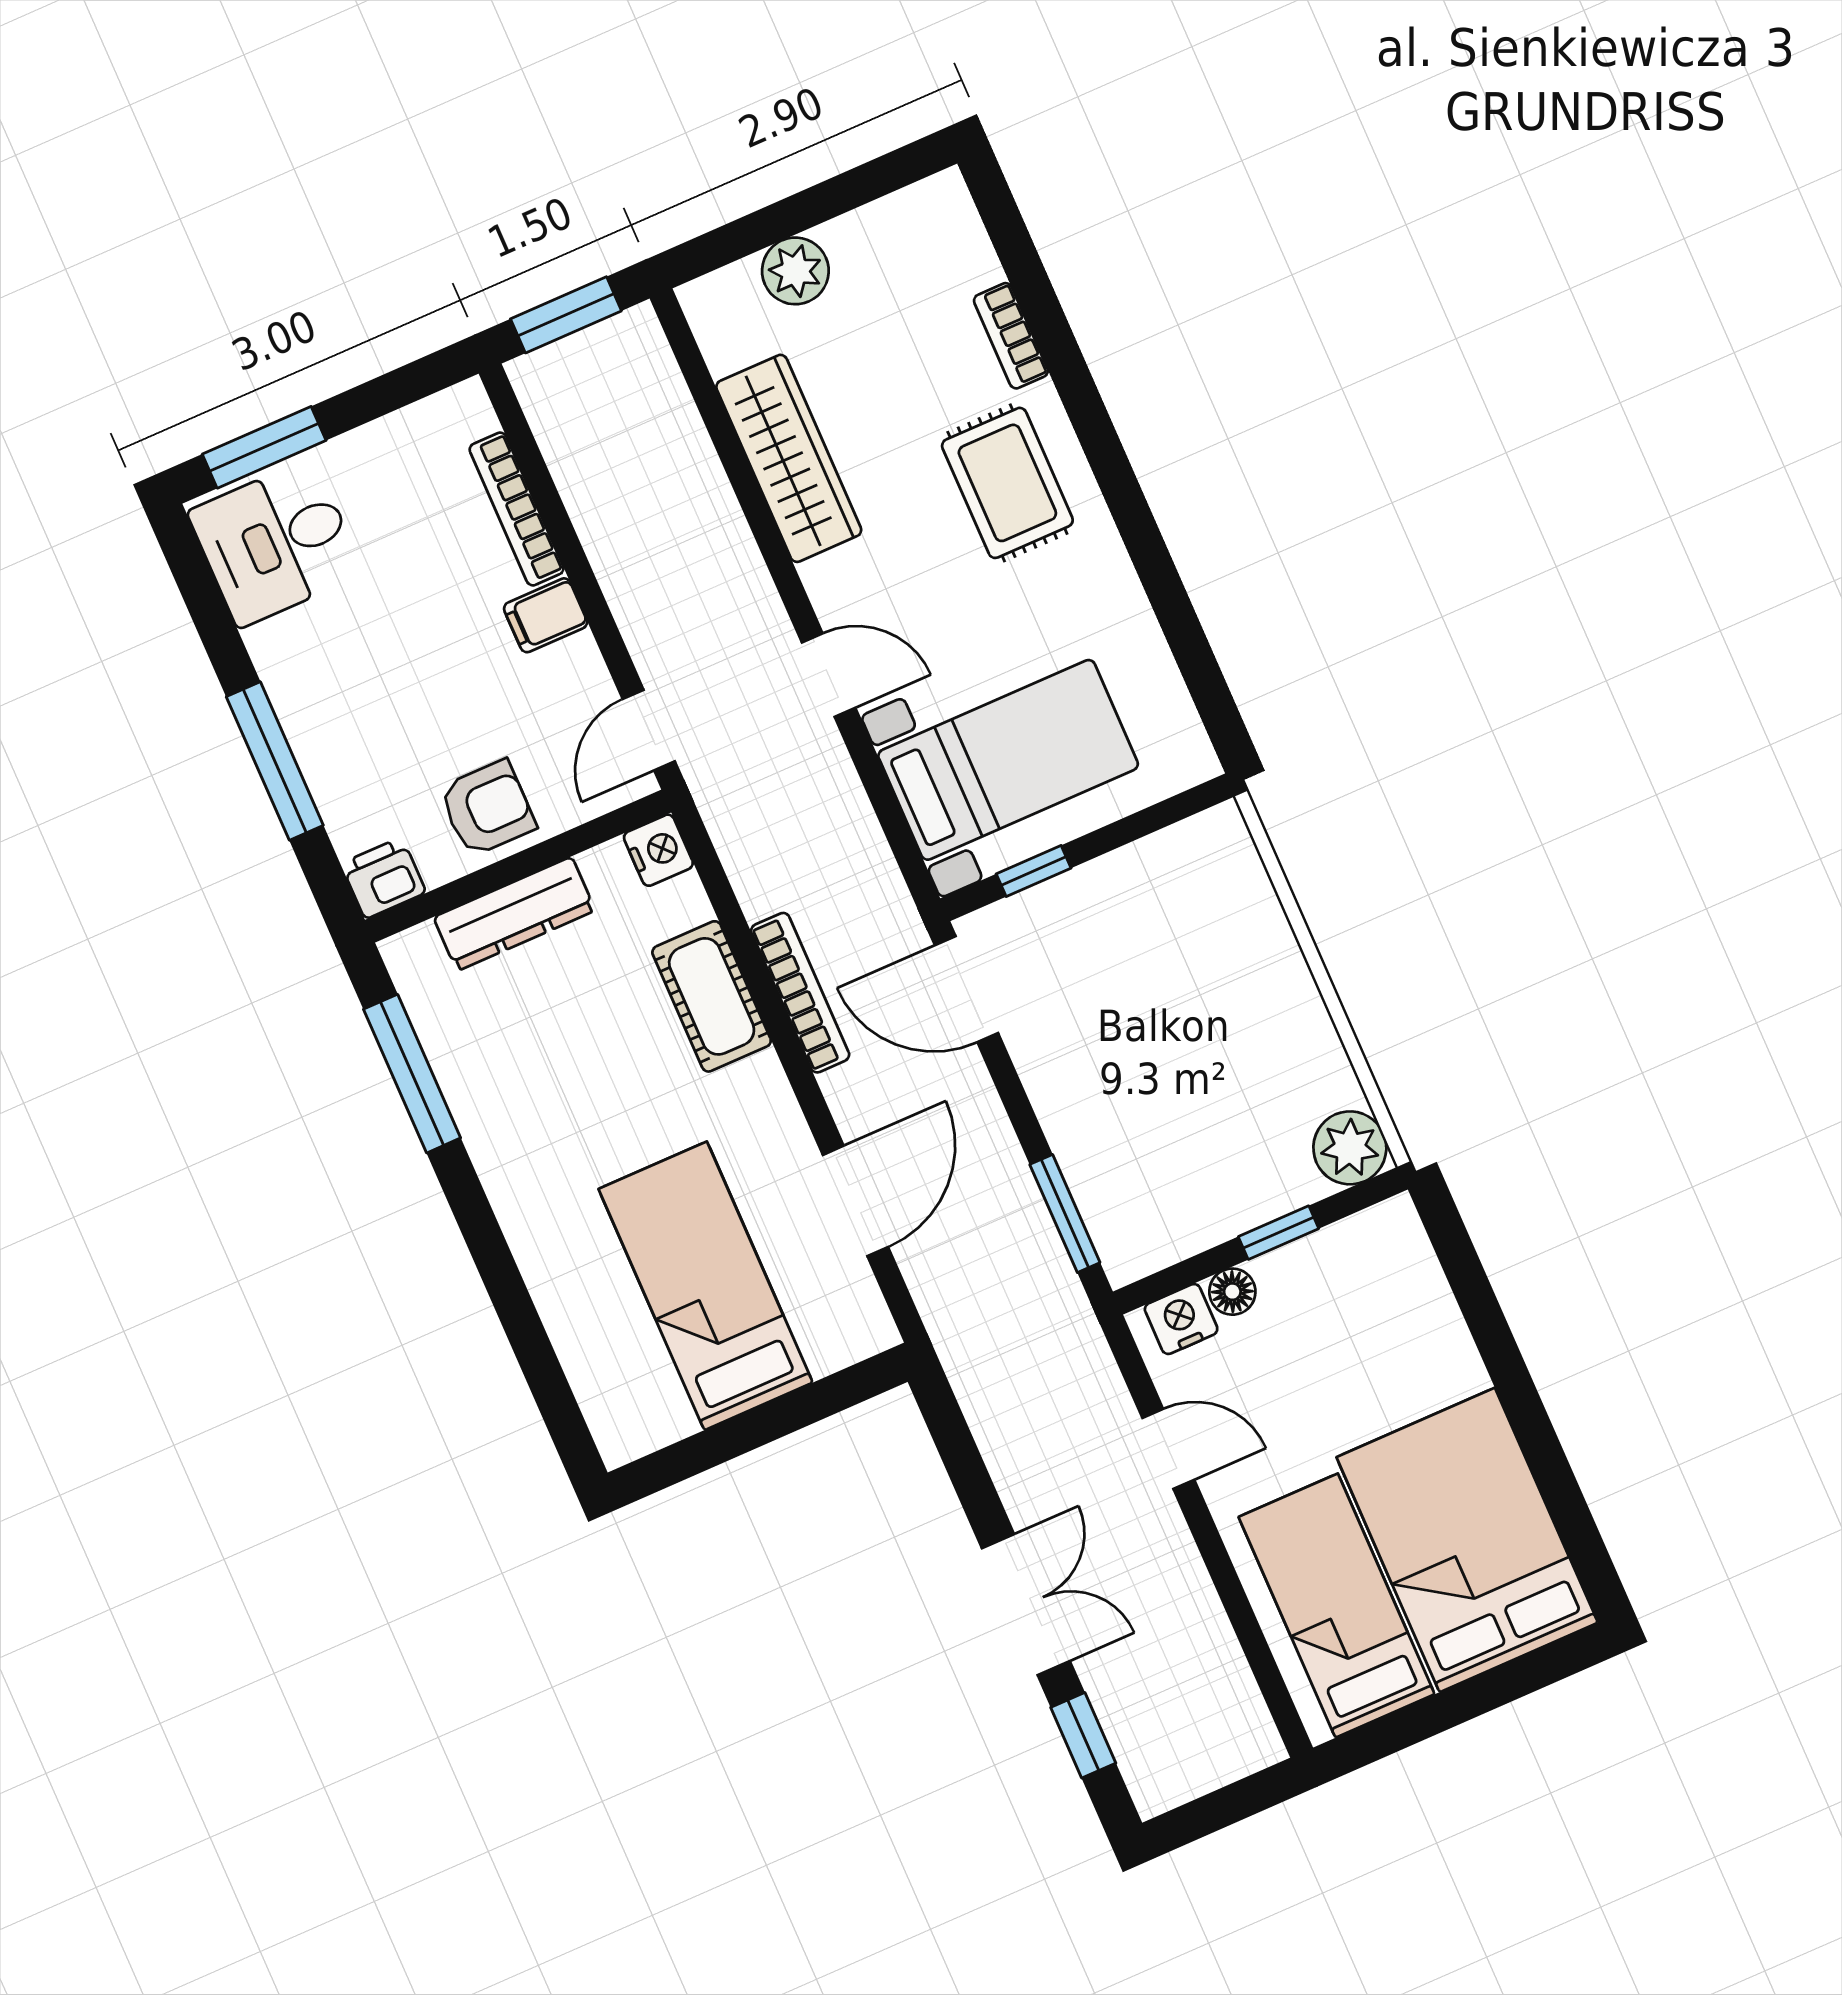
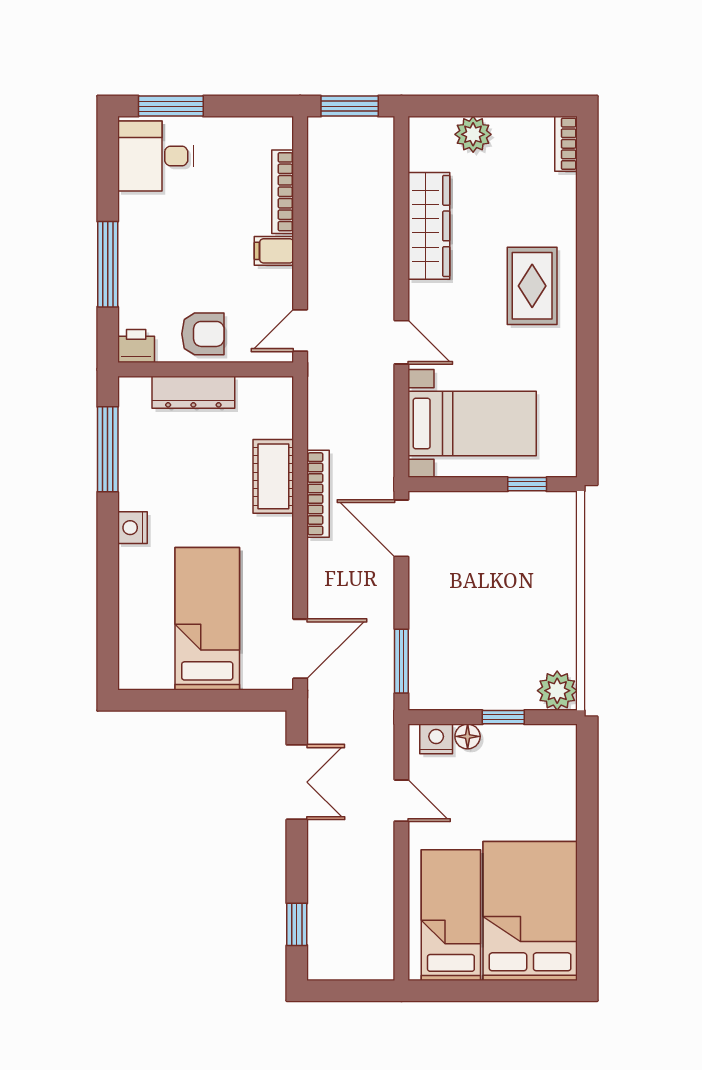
bookcase: (1011, 336) -> (566, 144), moved
nightstand: (658, 850) -> (132, 528), moved, turned 180
window: (1034, 871) -> (527, 484), moved
door: (855, 1201) -> (300, 649), moved
double door: (1026, 1605) -> (297, 782), moved

